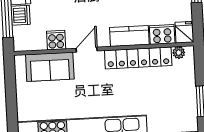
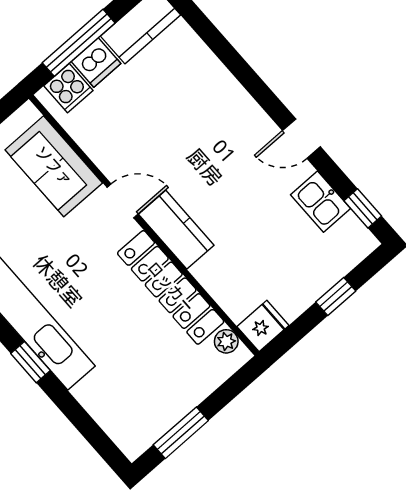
cooker: (162, 35) -> (234, 295), removed
kitchen counter: (129, 36) -> (176, 230), moved
cooker: (56, 40) -> (68, 88), moved, turned 90

